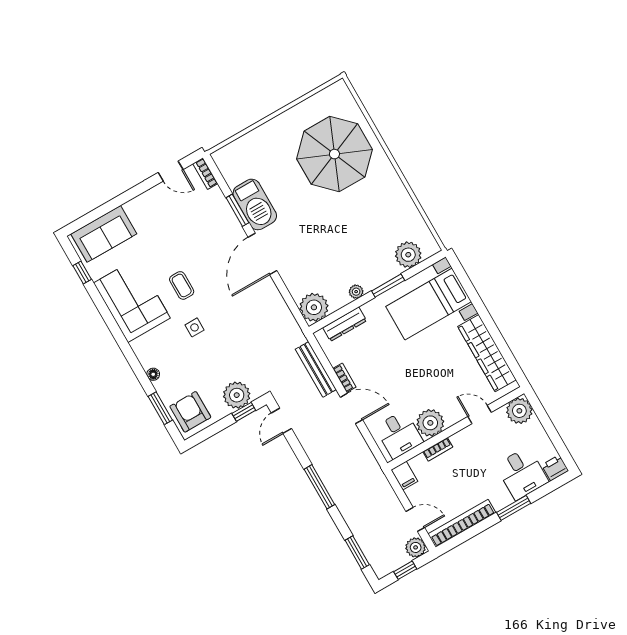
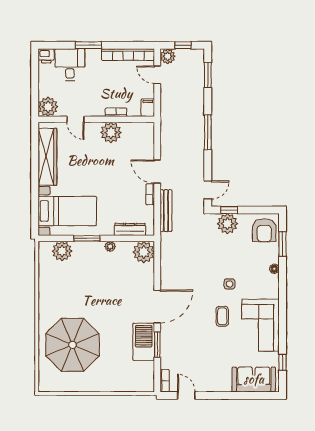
desk: (399, 434) -> (136, 137), removed

